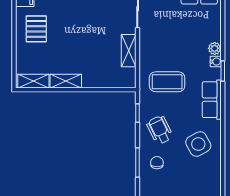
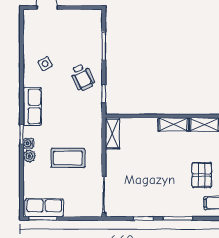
shelving: (129, 51) -> (112, 133), moved
coffee table: (167, 82) -> (68, 158), moved
side table: (198, 144) -> (45, 64), width x0.54, depth x0.54
chair: (157, 163) -> (85, 46), removed

